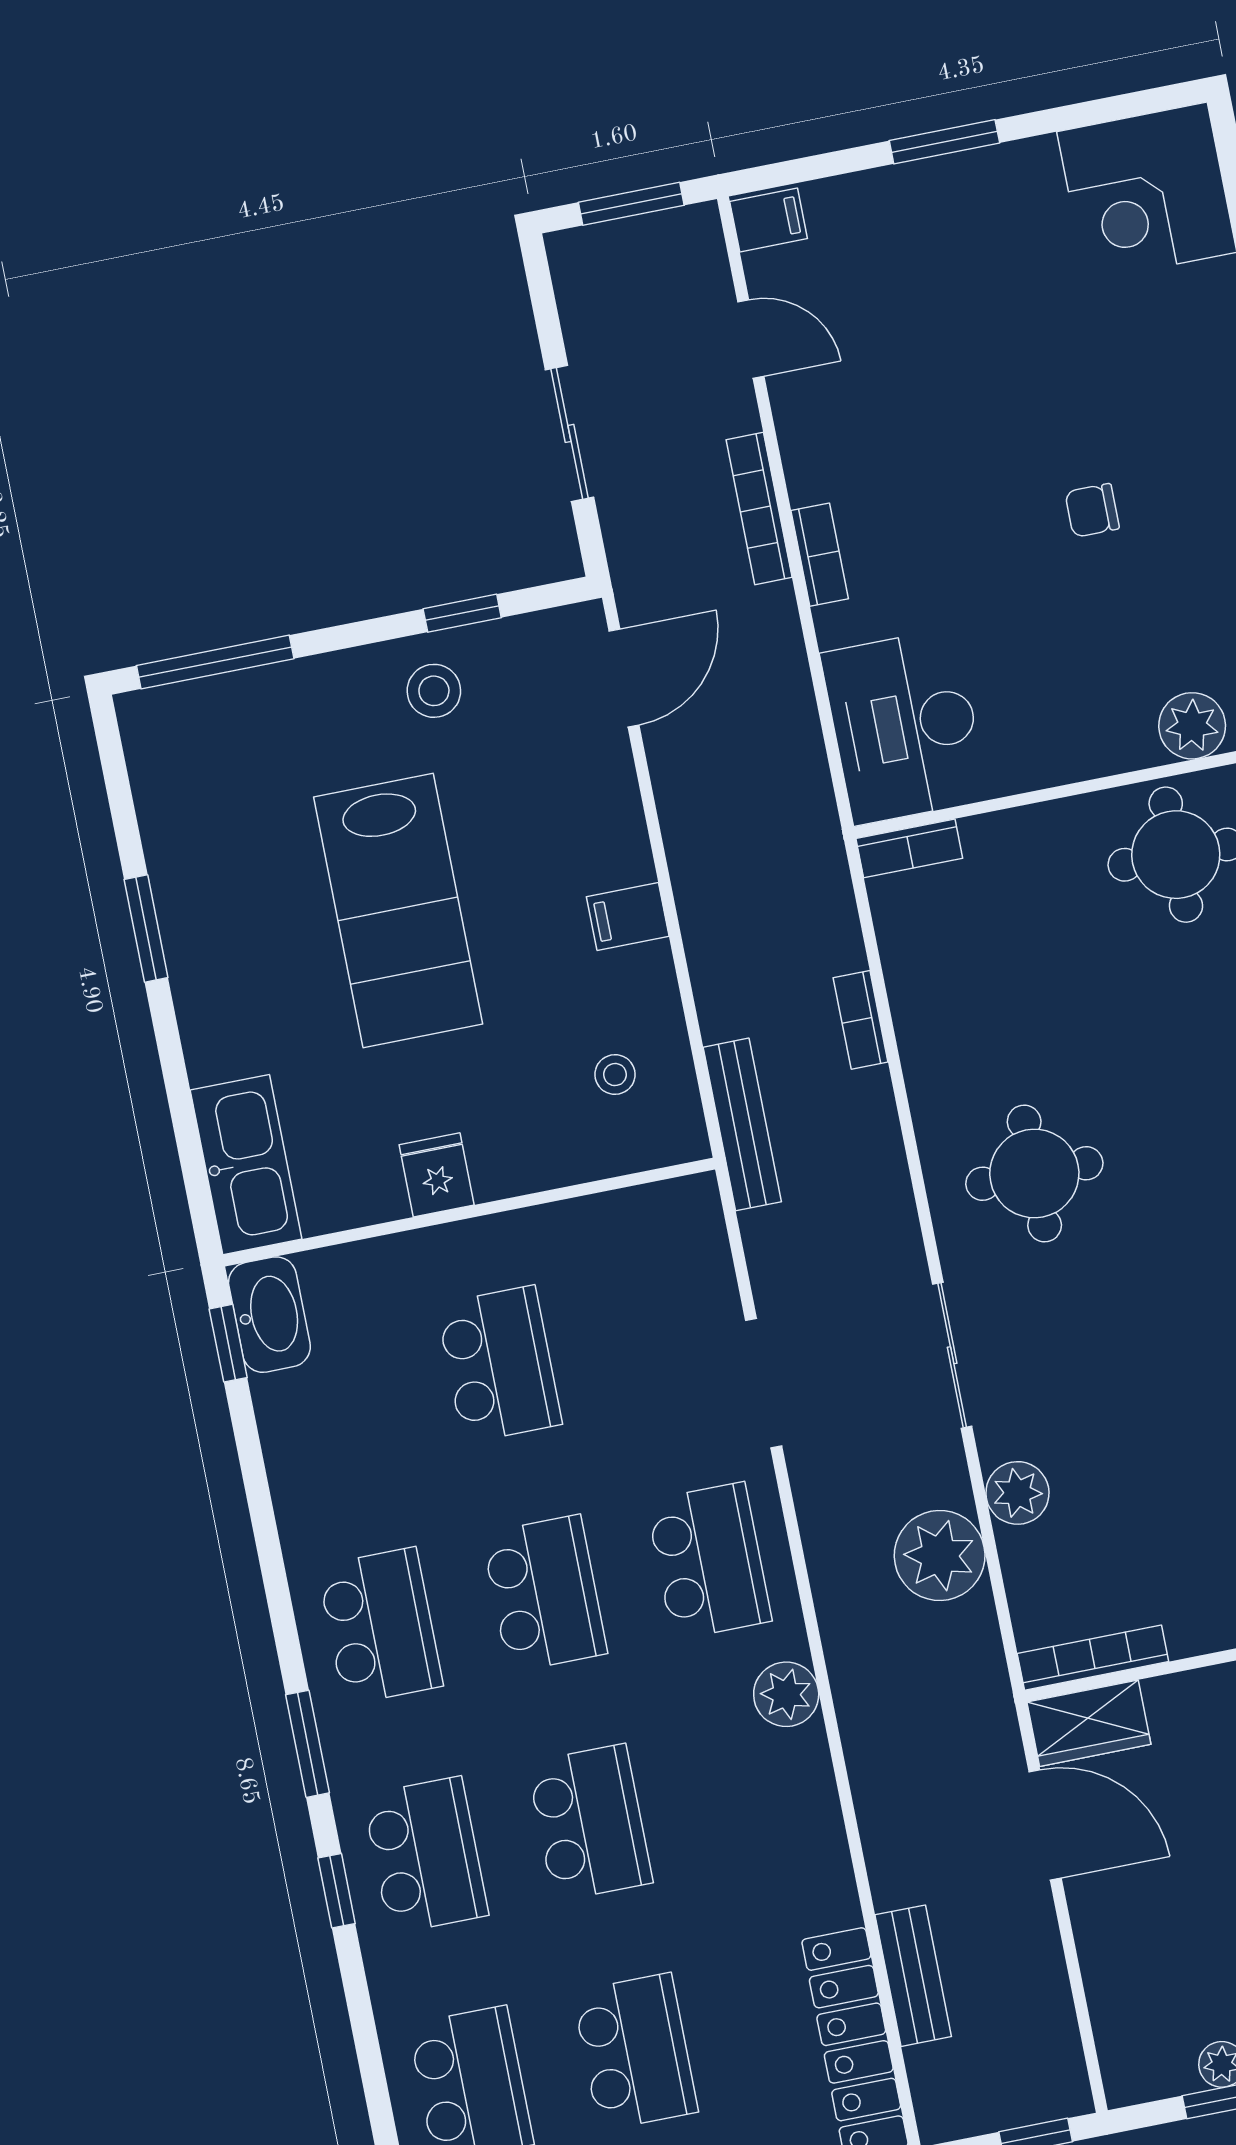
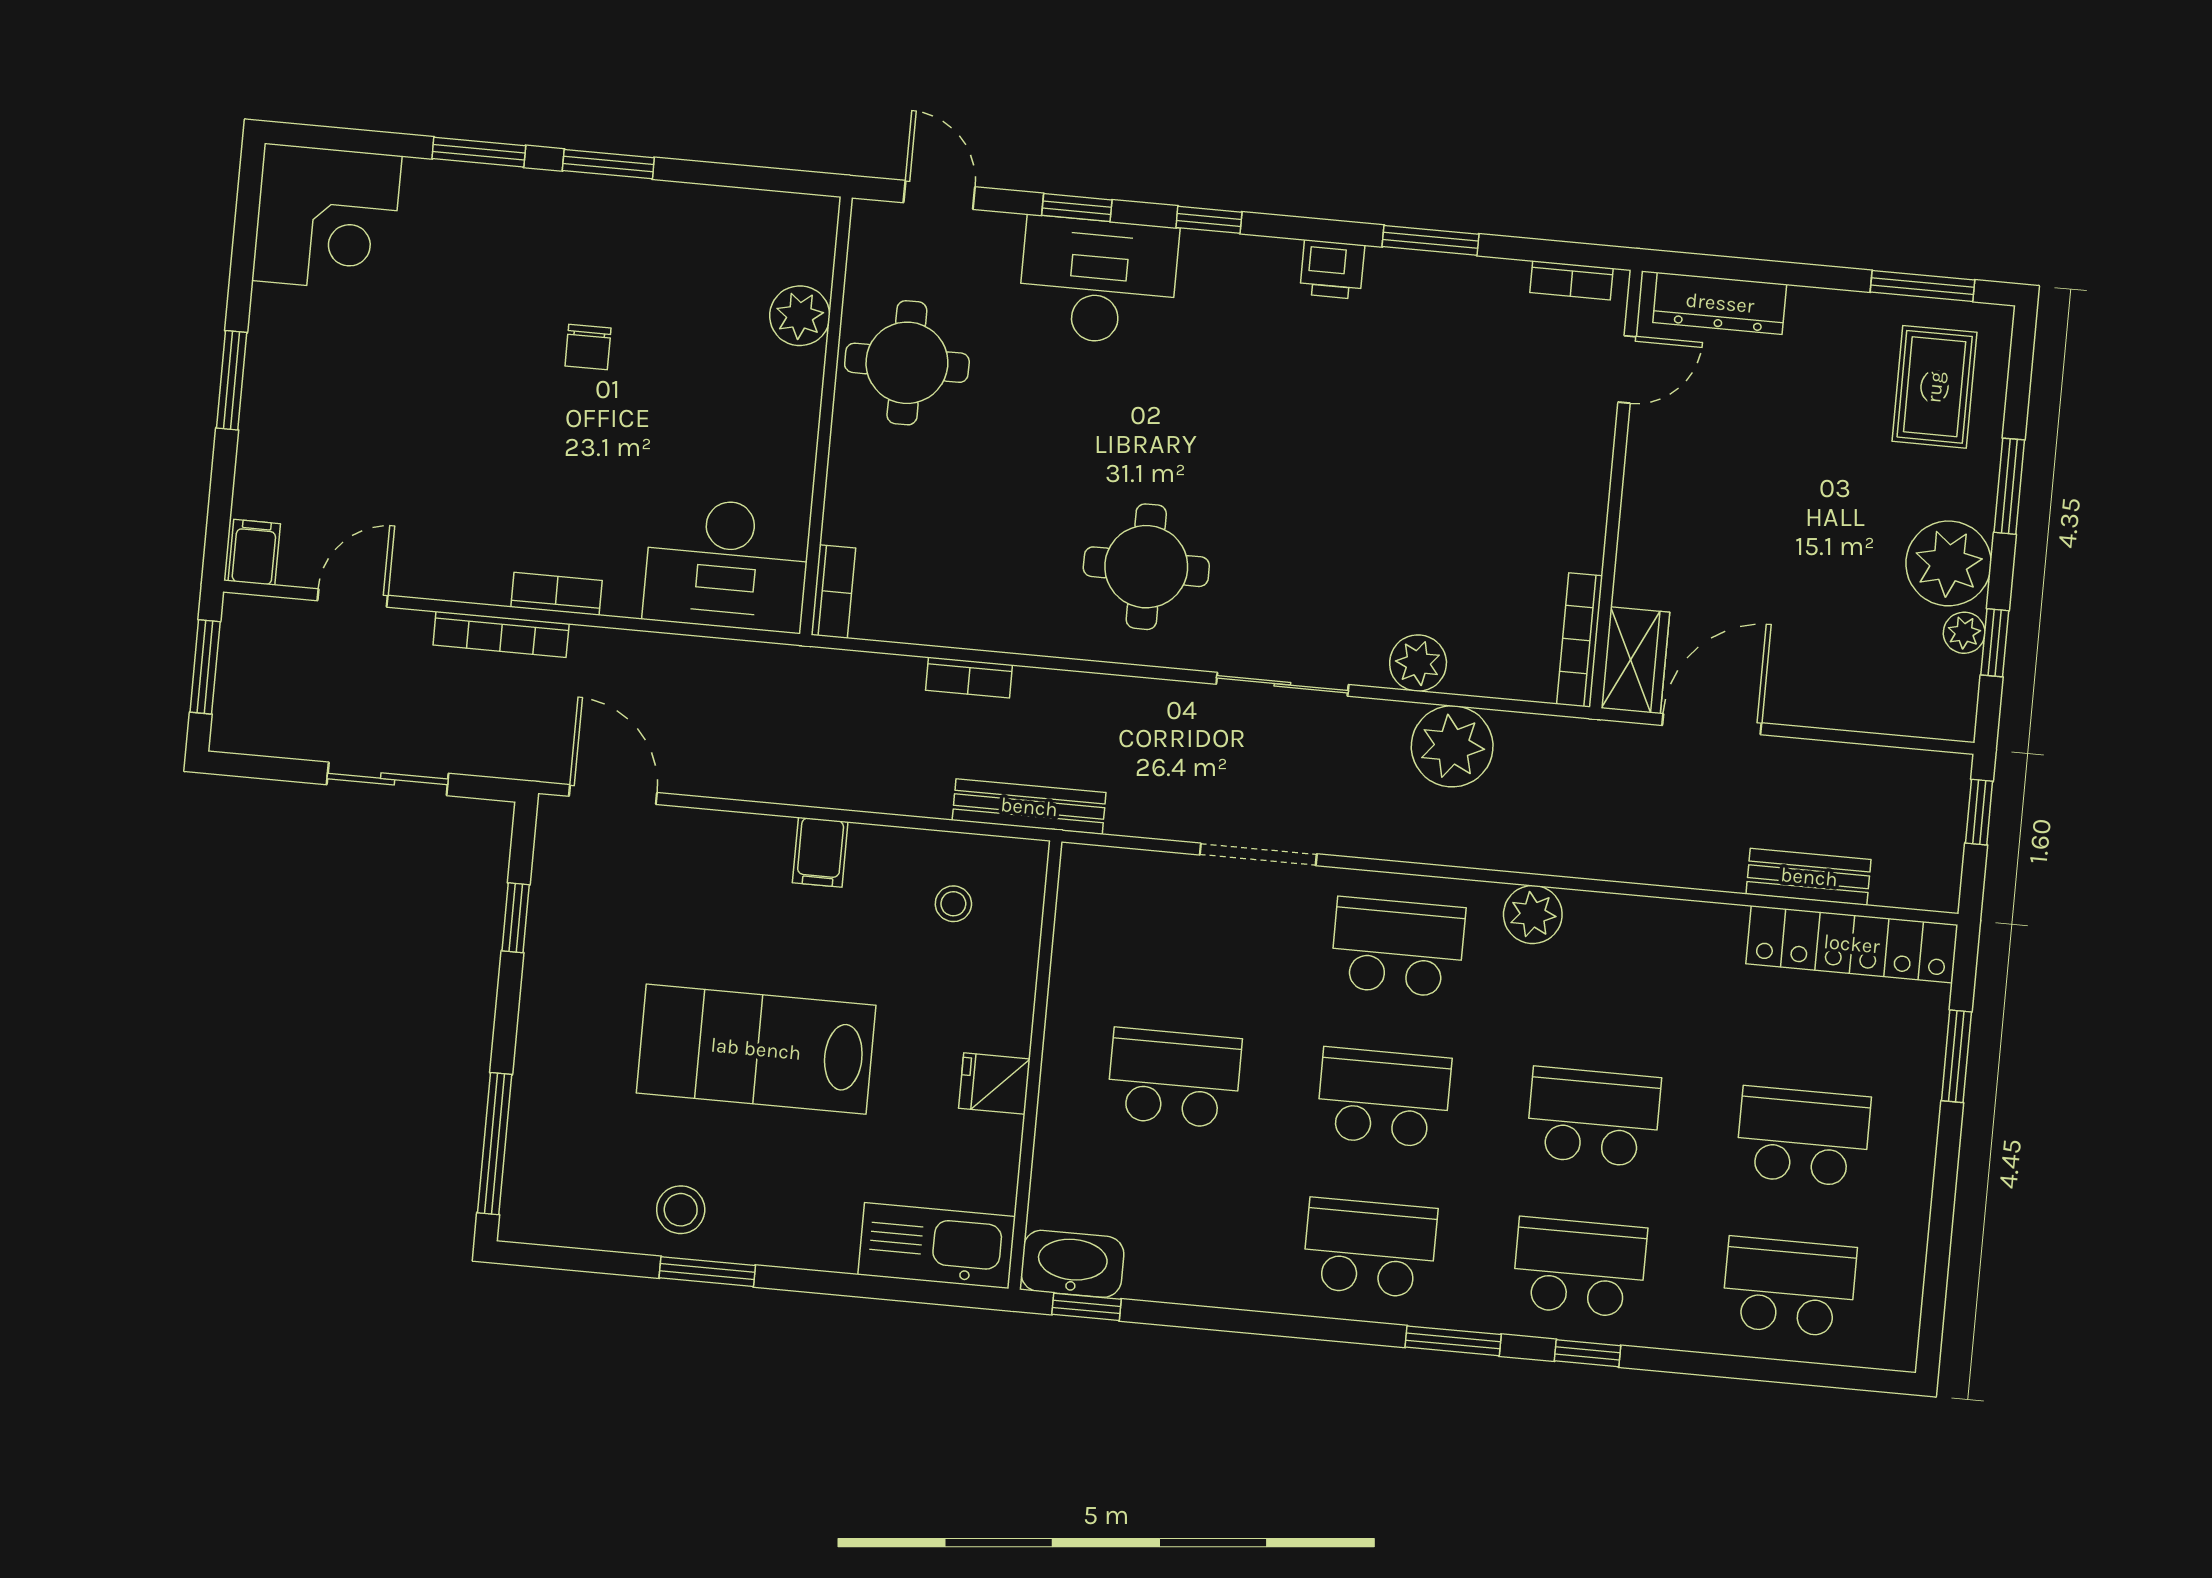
stool: (434, 691) -> (681, 1210), moved
lab bench: (398, 910) -> (756, 1049), turned 180

